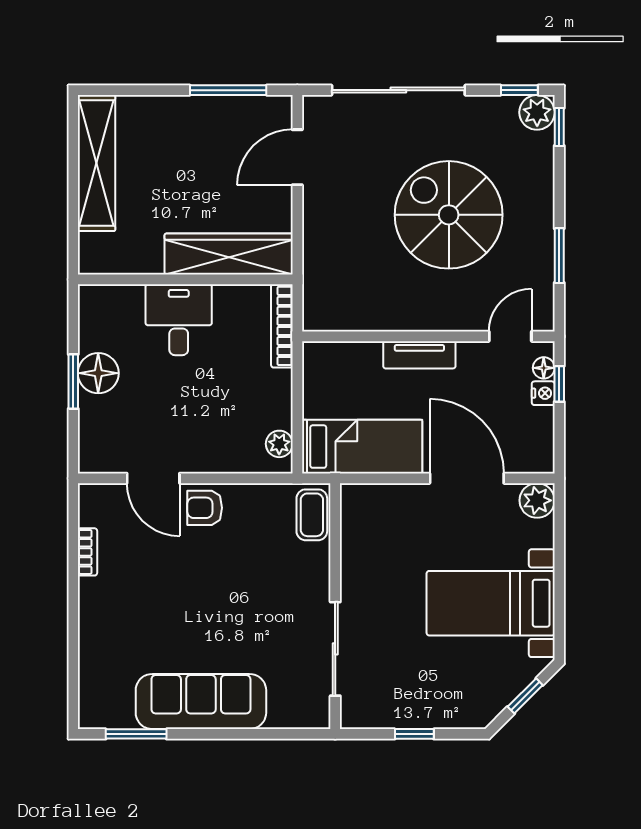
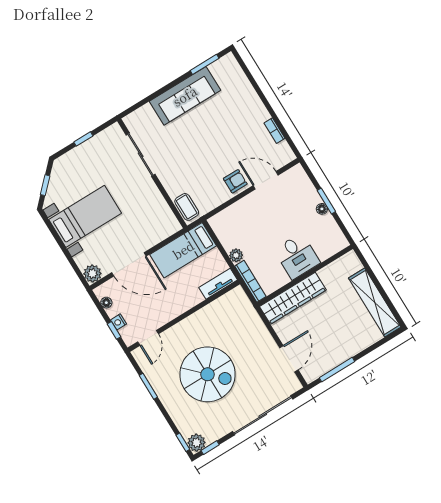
tv unit: (419, 355) -> (218, 284), moved
floor lamp: (544, 368) -> (106, 303), moved
floor lamp: (98, 373) -> (322, 209), width x0.53, depth x0.53
plant: (279, 444) -> (236, 255), moved

